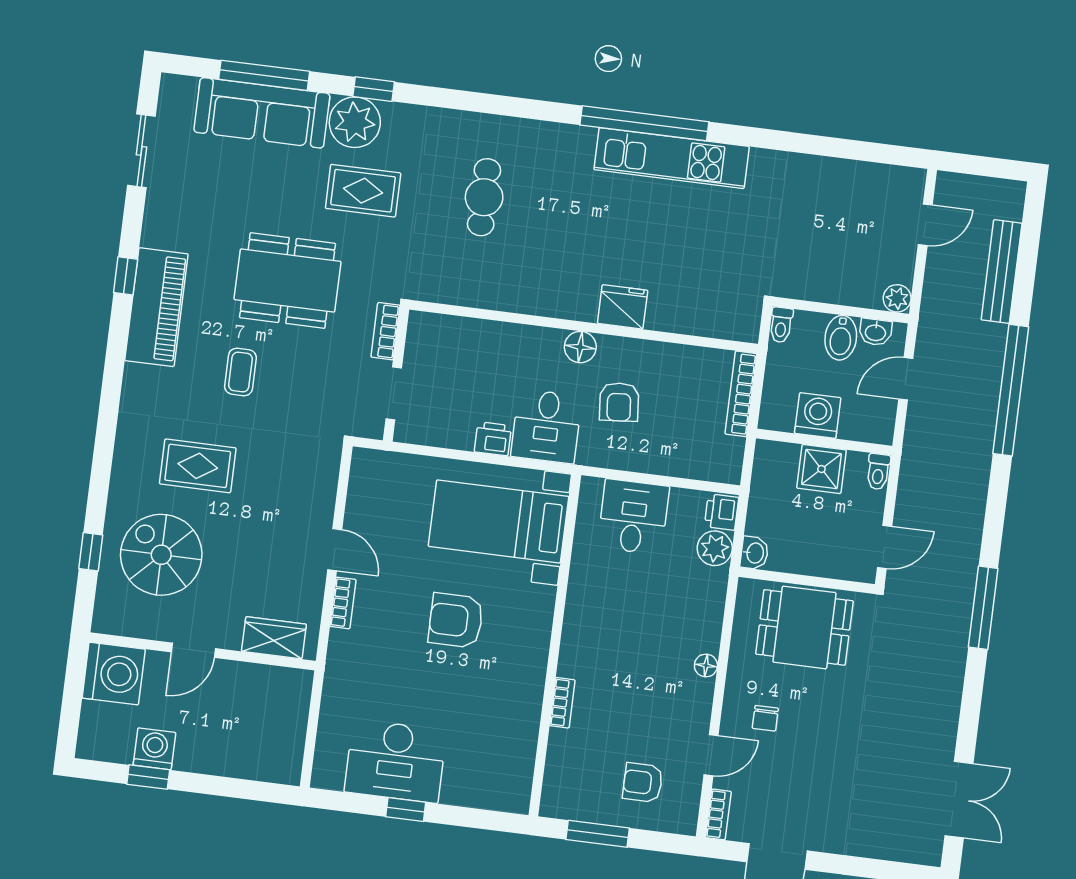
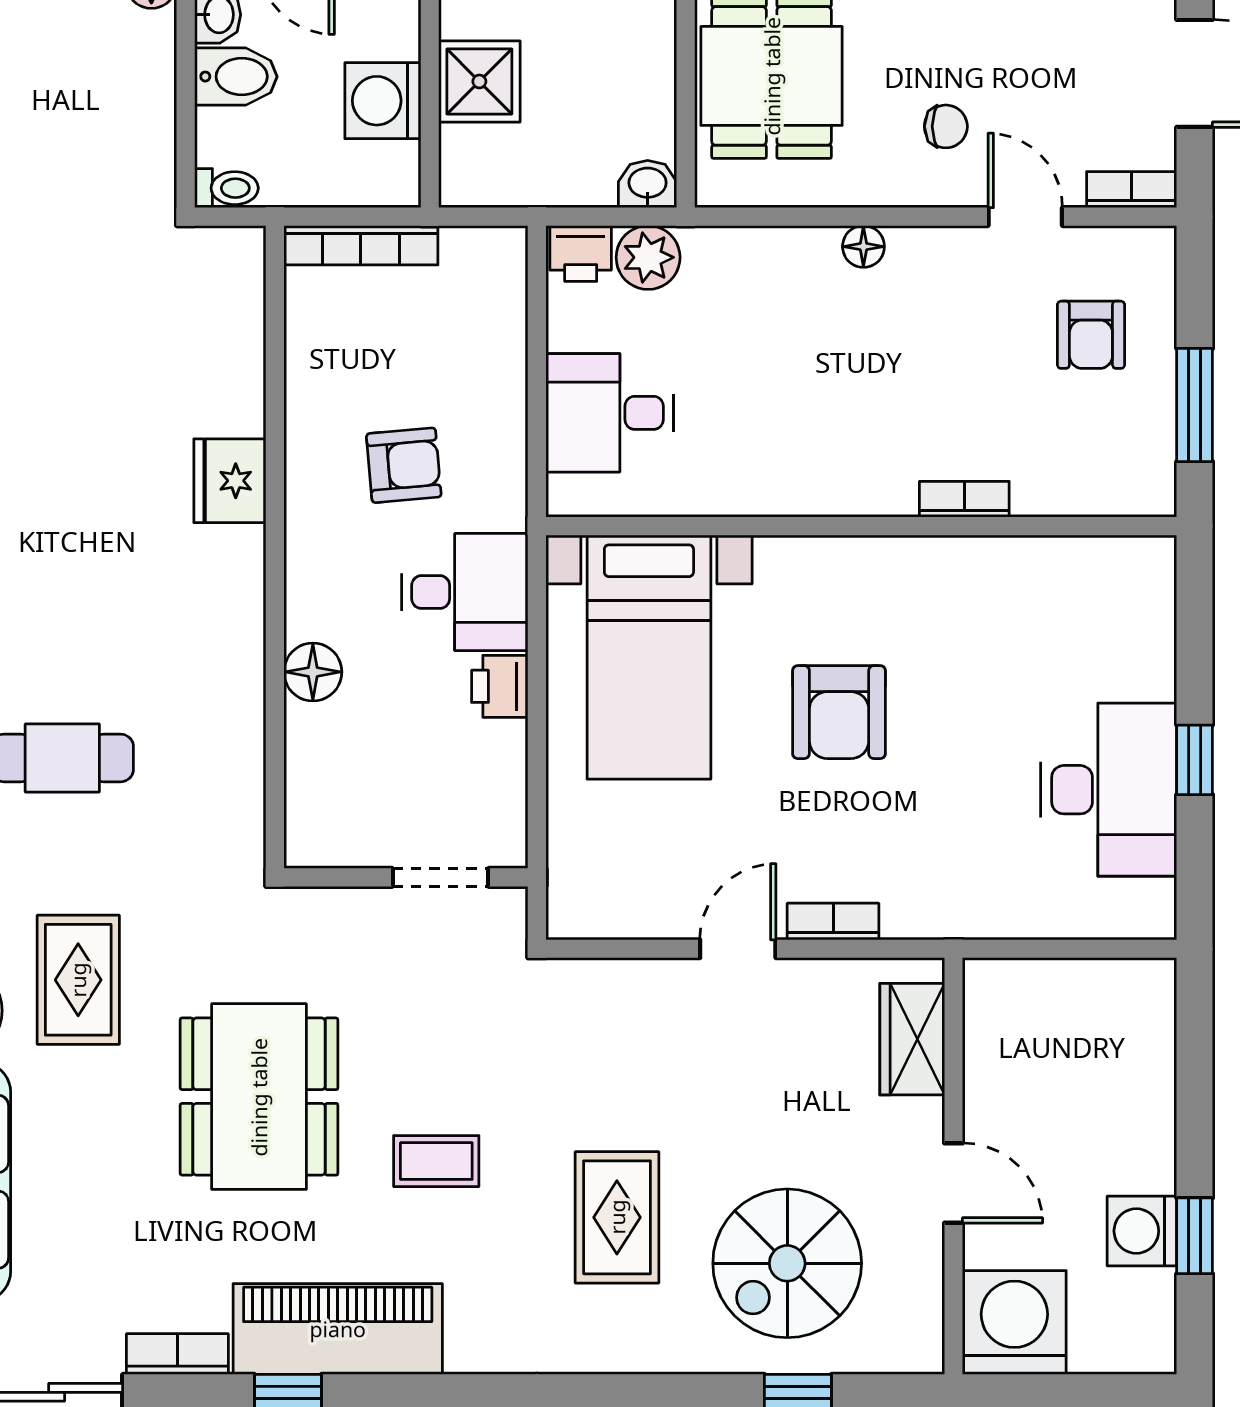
bookcase: (385, 331) -> (177, 1354), moved, turned 180
floor lamp: (580, 347) -> (313, 672), moved

